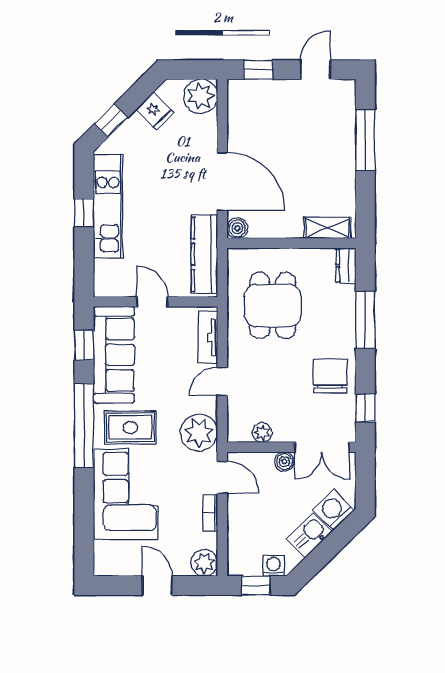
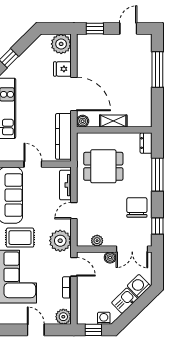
fridge: (155, 111) -> (62, 69), moved, turned 135
shelving: (327, 228) -> (113, 121), moved
dining table: (273, 305) -> (103, 166), turned 90

